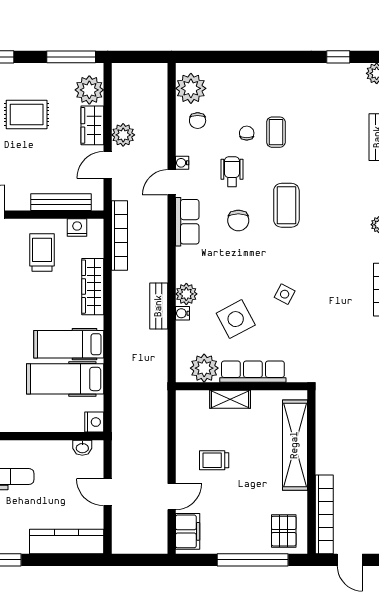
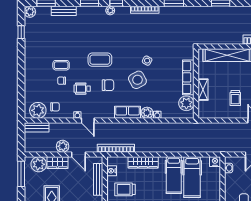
row of seats: (187, 222) -> (127, 112), moved
bench: (159, 306) -> (37, 127), moved
side table: (236, 319) -> (137, 80), moved

